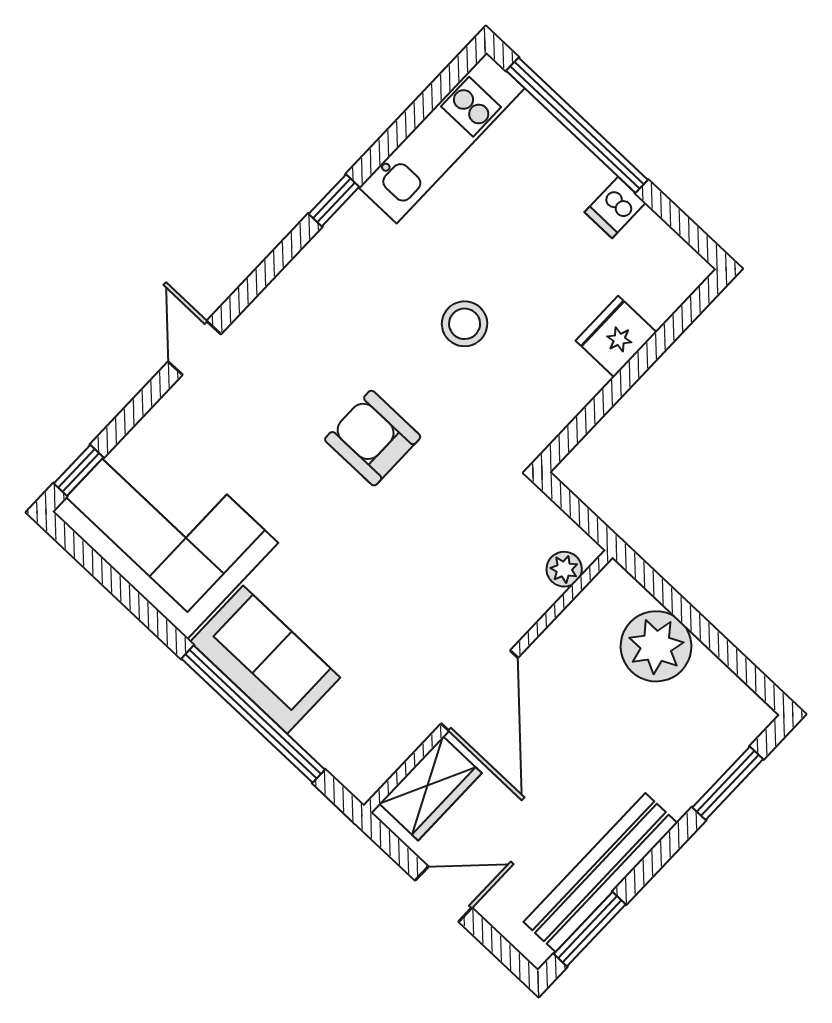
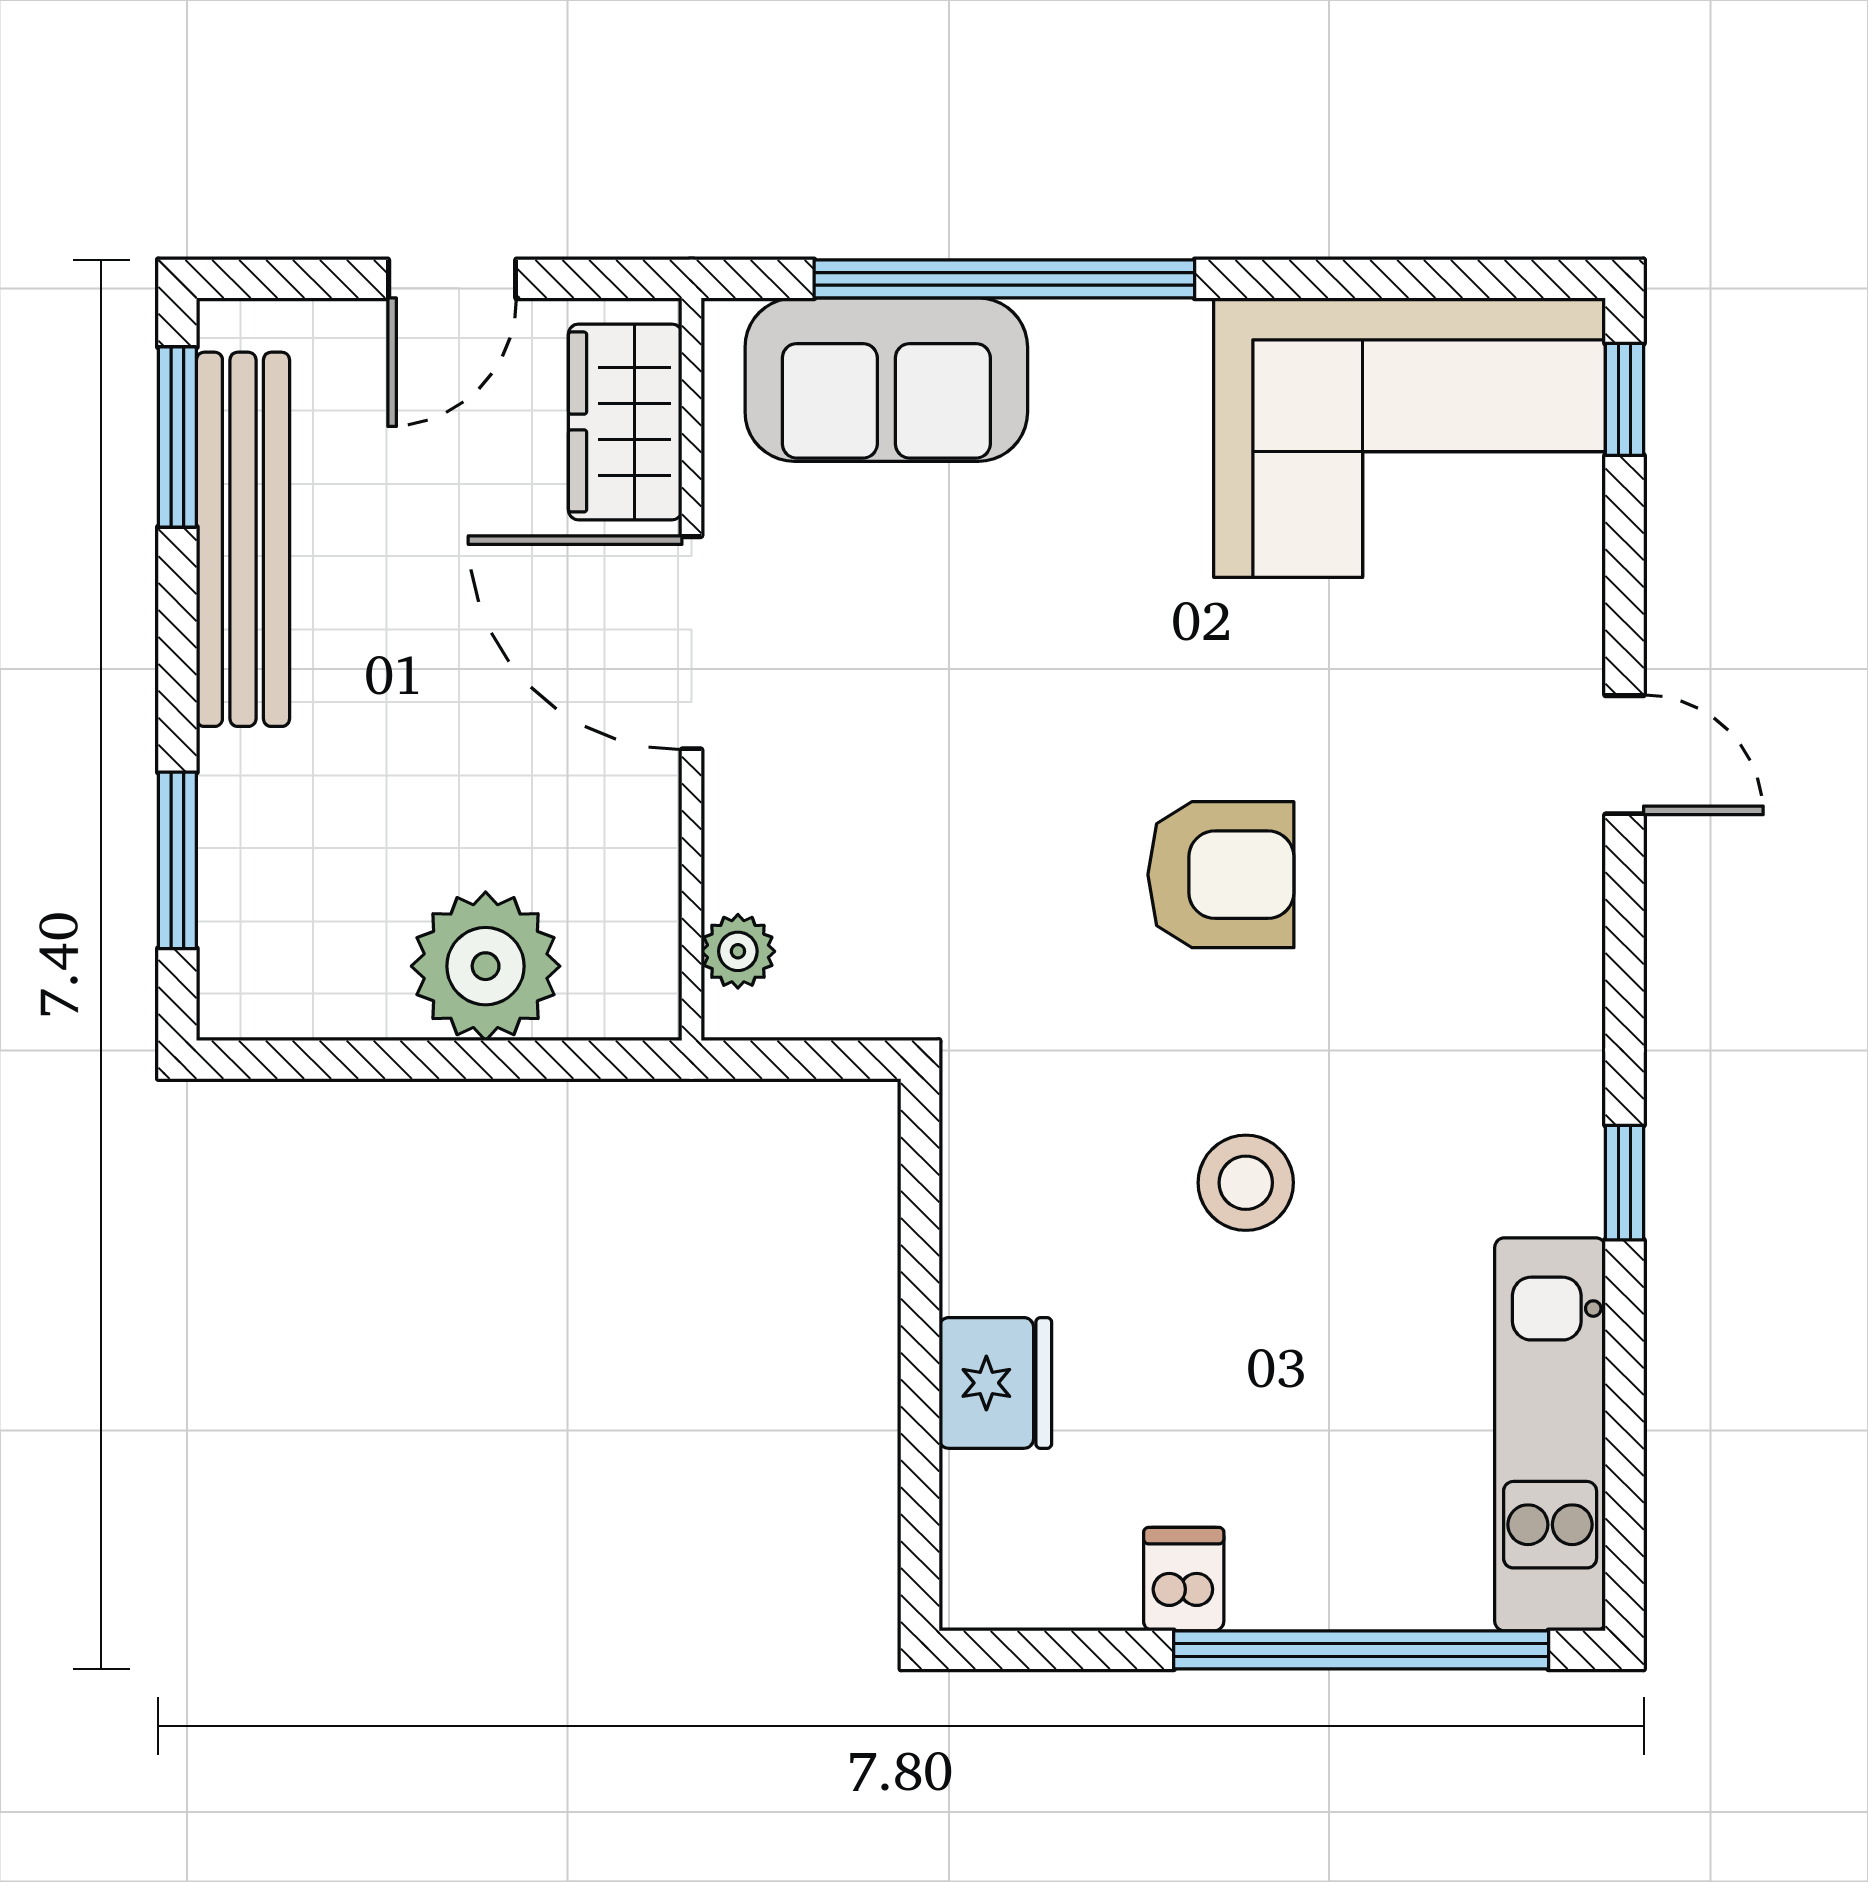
sofa: (265, 660) -> (886, 380), moved

